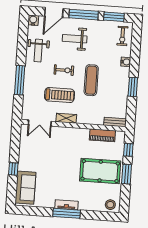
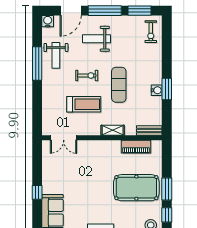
water cooler: (126, 62) -> (157, 90), moved
window: (20, 80) -> (37, 64), moved
shelving: (66, 118) -> (113, 130), moved
window: (128, 150) -> (167, 215), moved

